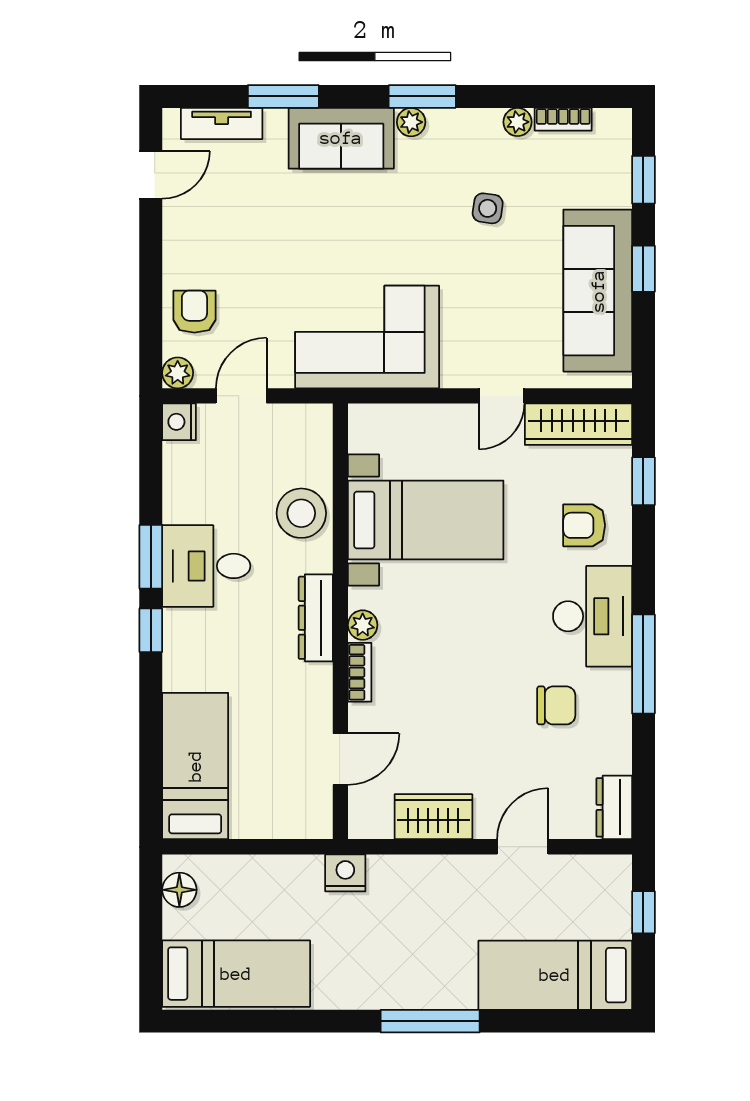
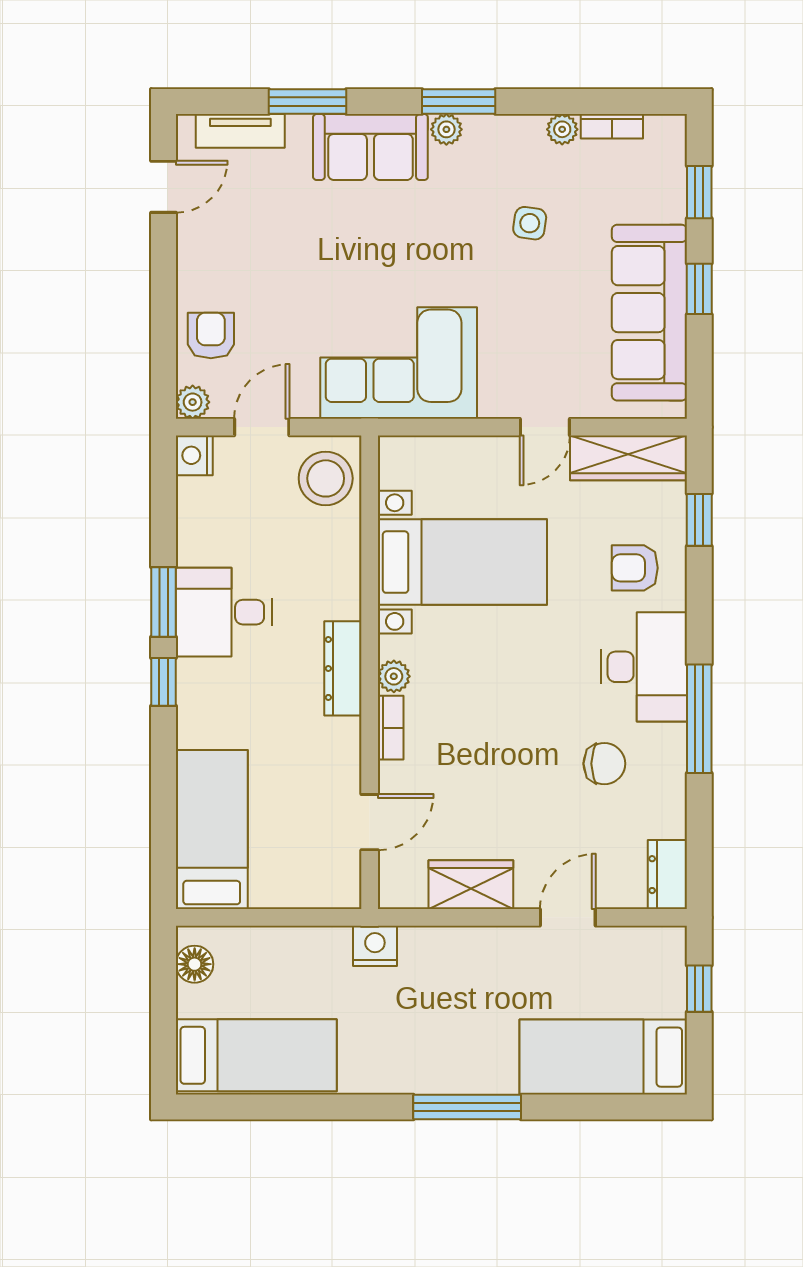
stool: (301, 513) -> (326, 478), moved

